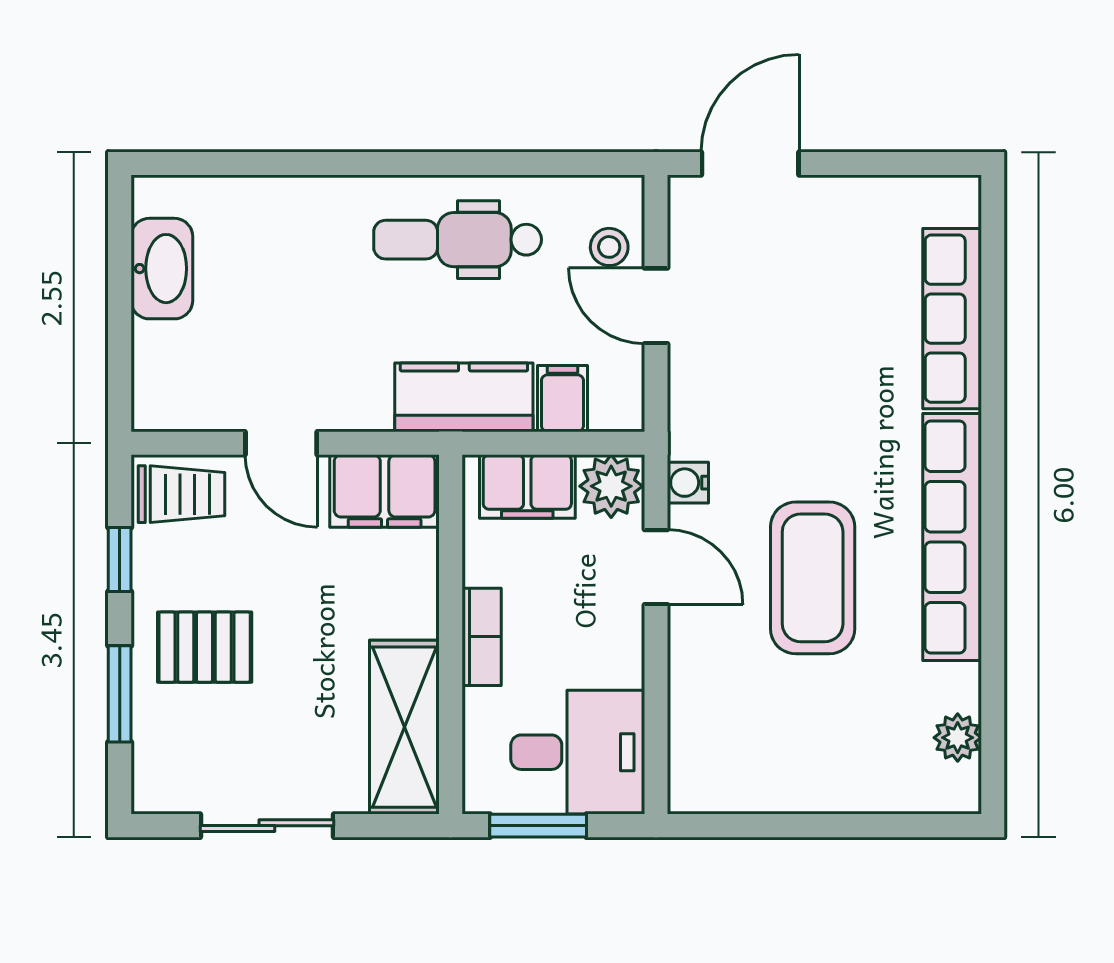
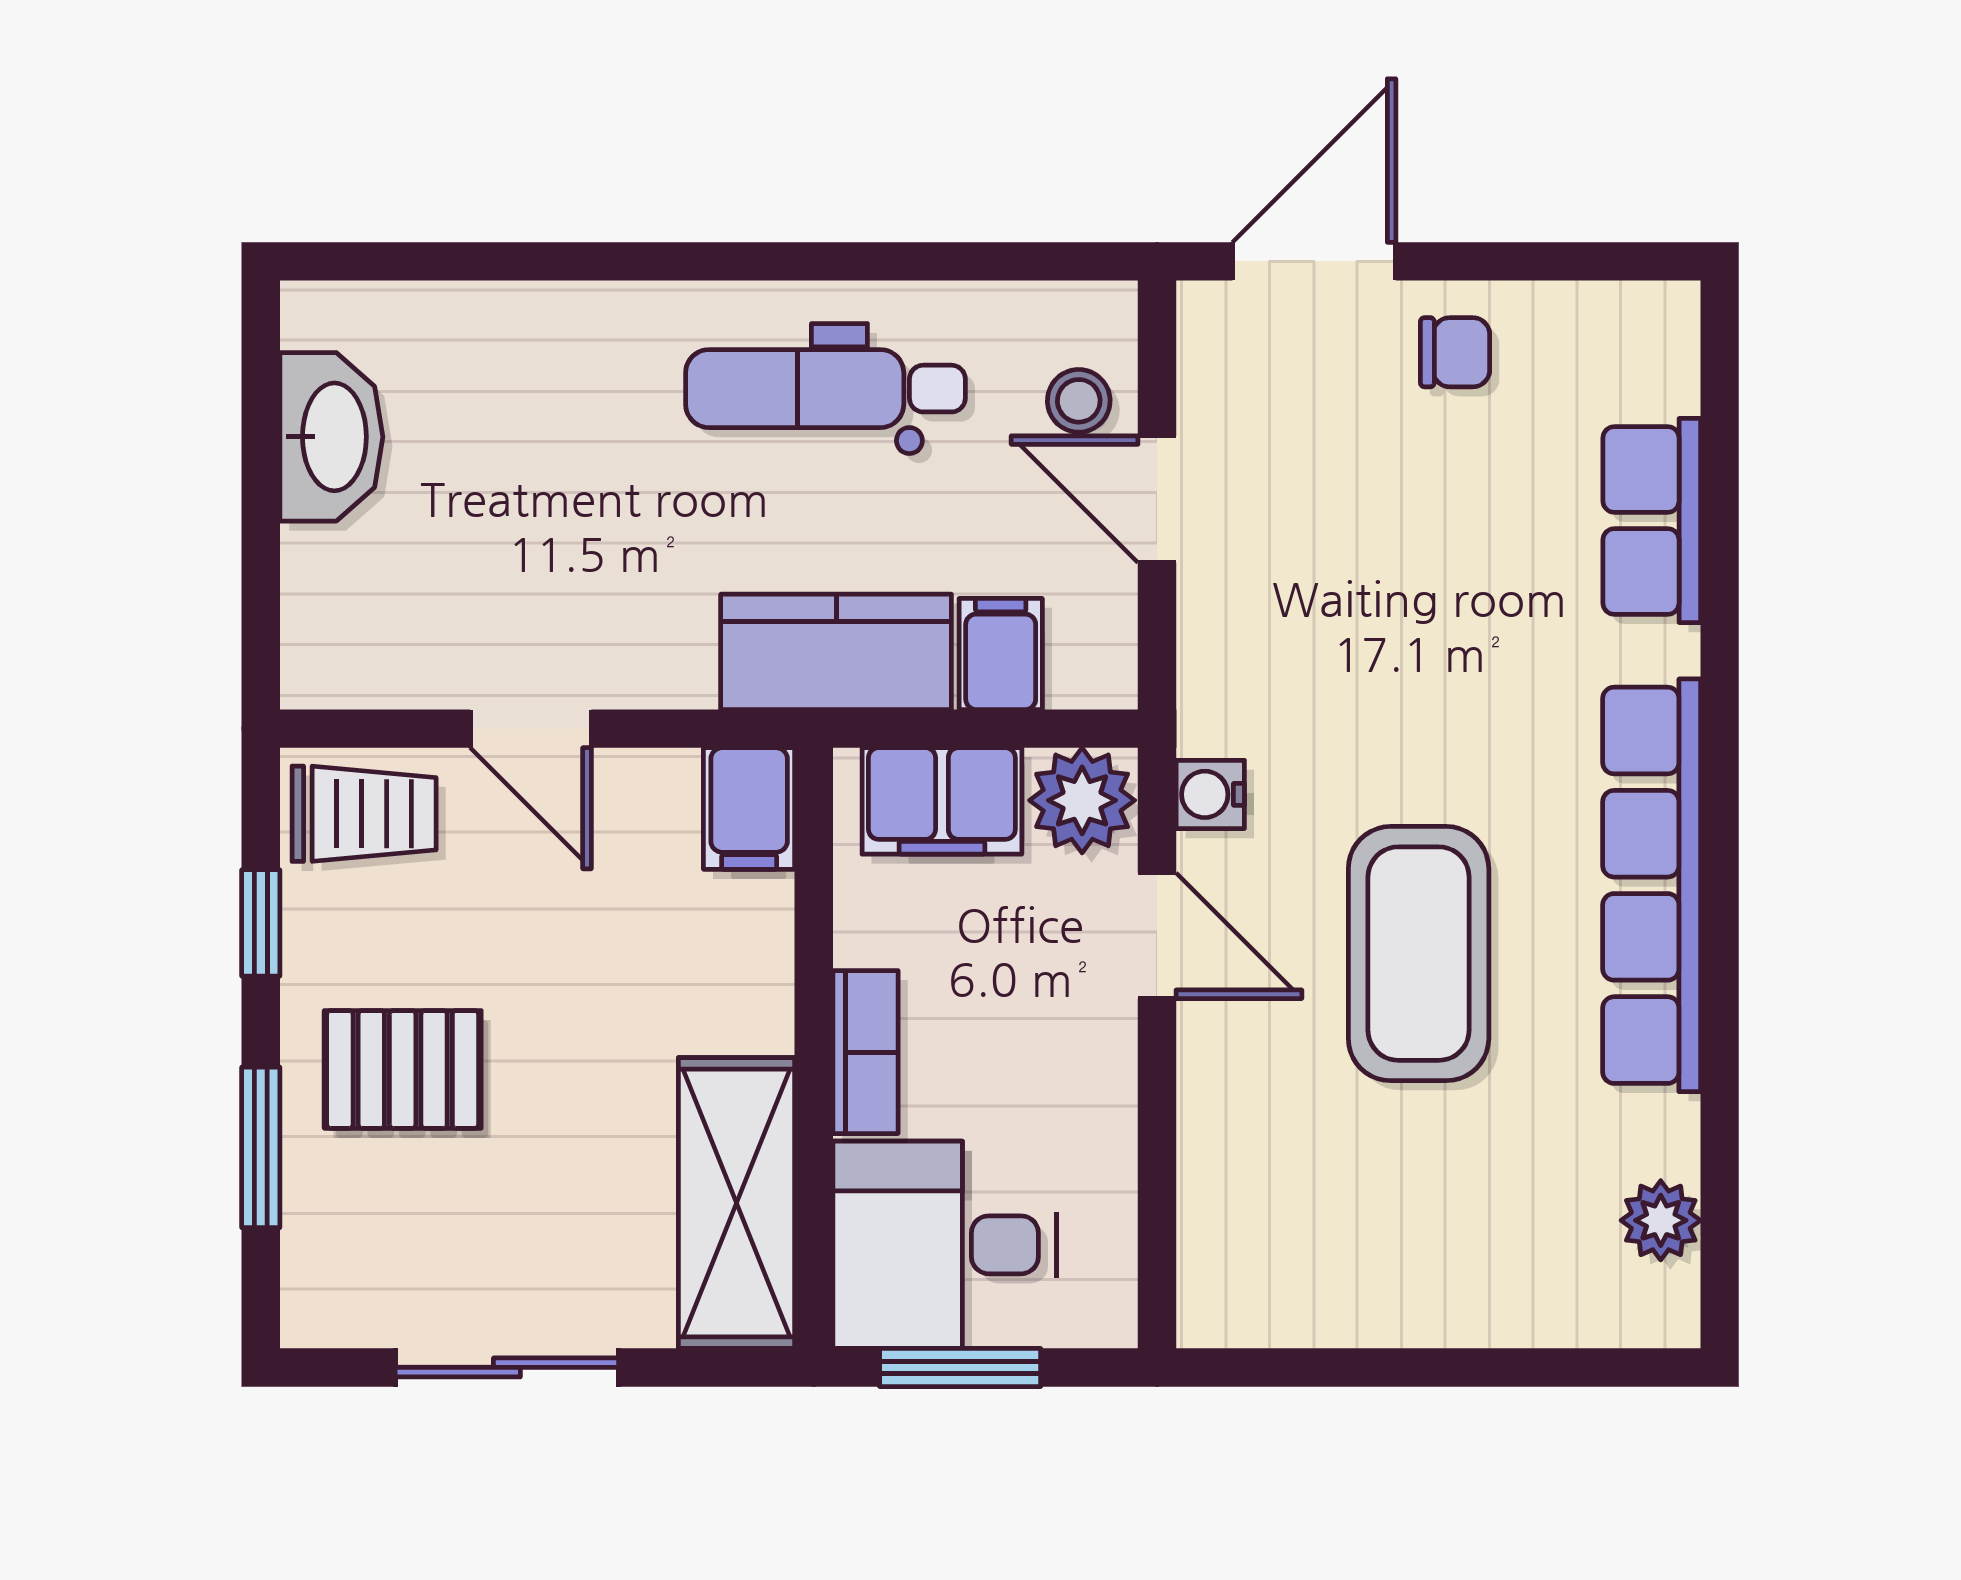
chair: (834, 218) -> (1455, 352), added
row of seats: (952, 319) -> (1652, 520), width x0.68
filing cabinet: (385, 491) -> (749, 809), width x0.50
desk: (578, 752) -> (945, 1245), moved, turned 180

